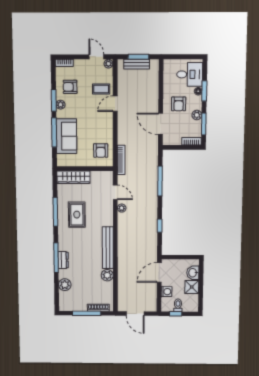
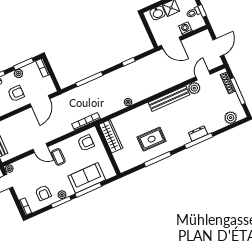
coffee table: (101, 89) -> (58, 157), moved
wardrobe: (73, 177) -> (111, 136), moved
door: (115, 192) -> (203, 76), moved
plant: (65, 285) -> (231, 118), moved

